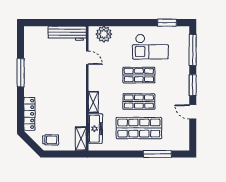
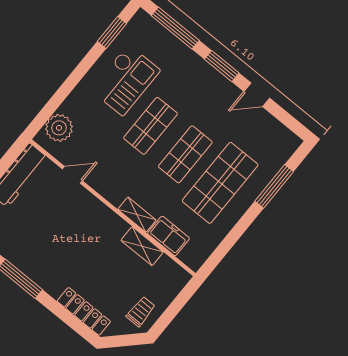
freezer: (95, 129) -> (169, 236), width x0.71
shelving: (81, 139) -> (142, 246), moved

